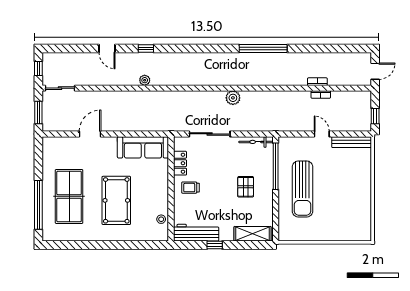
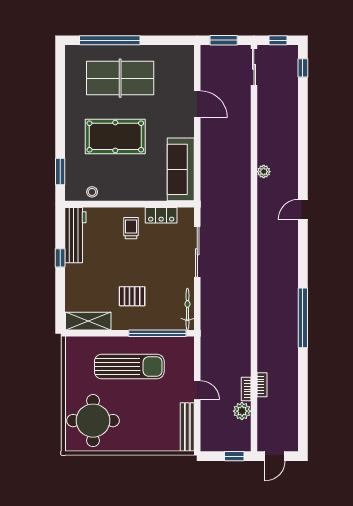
door: (107, 49) -> (303, 210), moved
window: (146, 49) -> (303, 68), moved
door: (375, 71) -> (275, 456), hinge flipped
plant: (233, 98) -> (242, 411), moved
window: (375, 116) -> (234, 456), moved
door: (322, 134) -> (197, 390), hinge flipped
sun lounger: (303, 189) -> (129, 367), turned 180
round table: (346, 218) -> (93, 421), added
shelving: (253, 234) -> (88, 321), moved, turned 90
window: (145, 245) -> (60, 172), added

